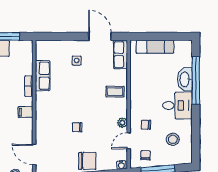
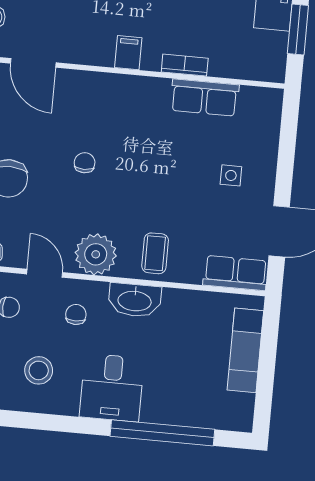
washbasin: (185, 79) -> (135, 300), moved, turned 180
plant: (122, 123) -> (96, 254), width x1.87, depth x1.87
door: (34, 155) -> (33, 63), swing flipped

